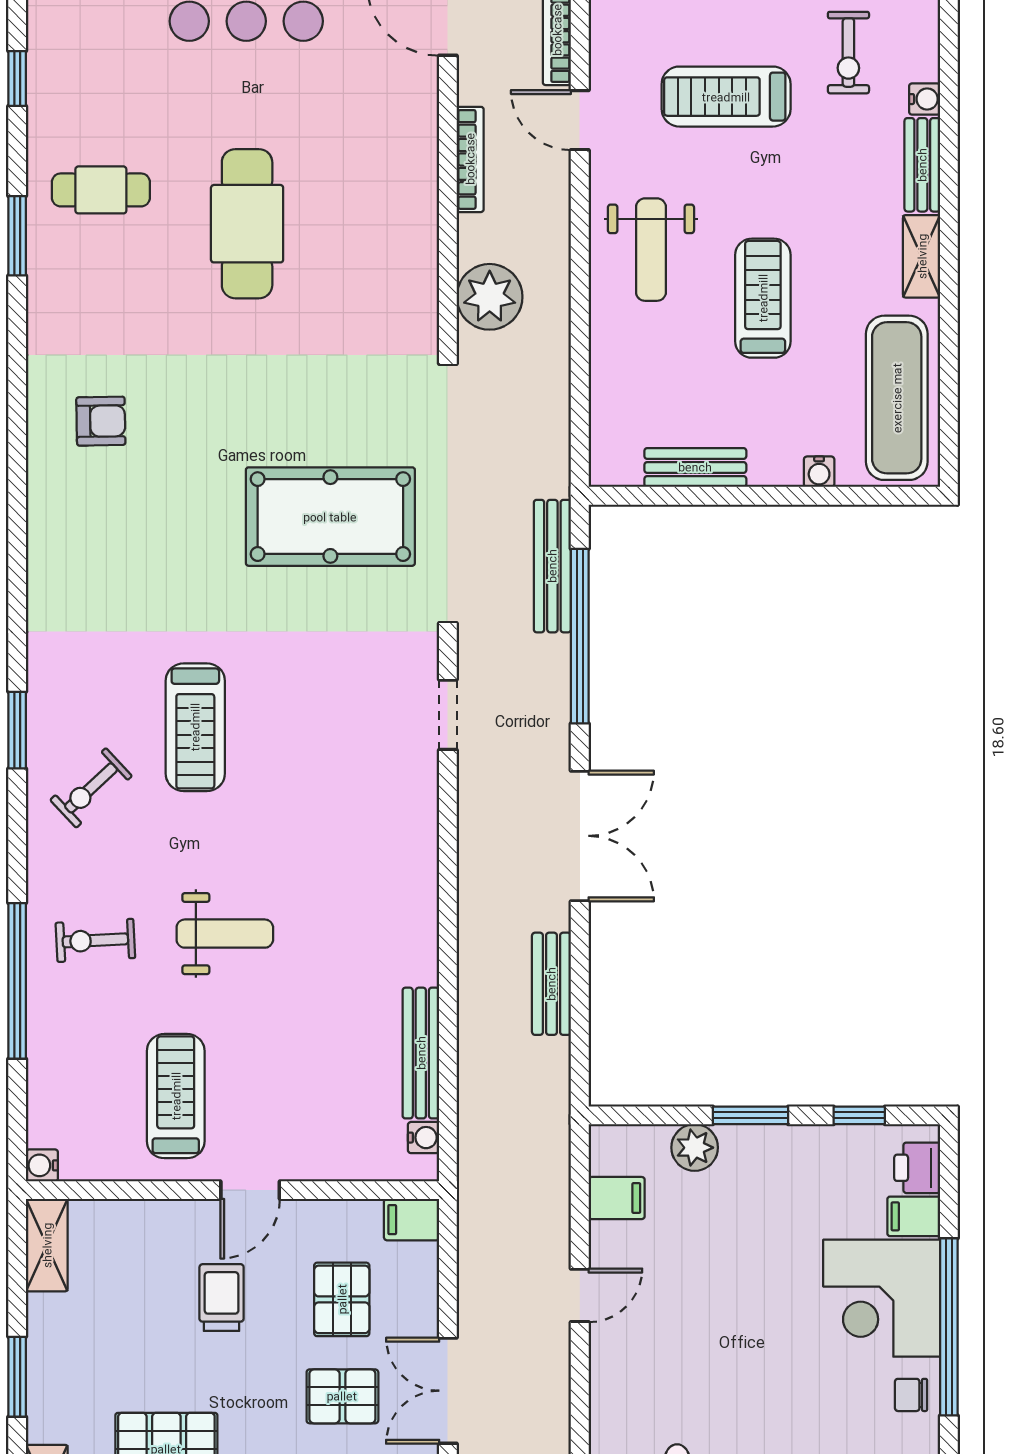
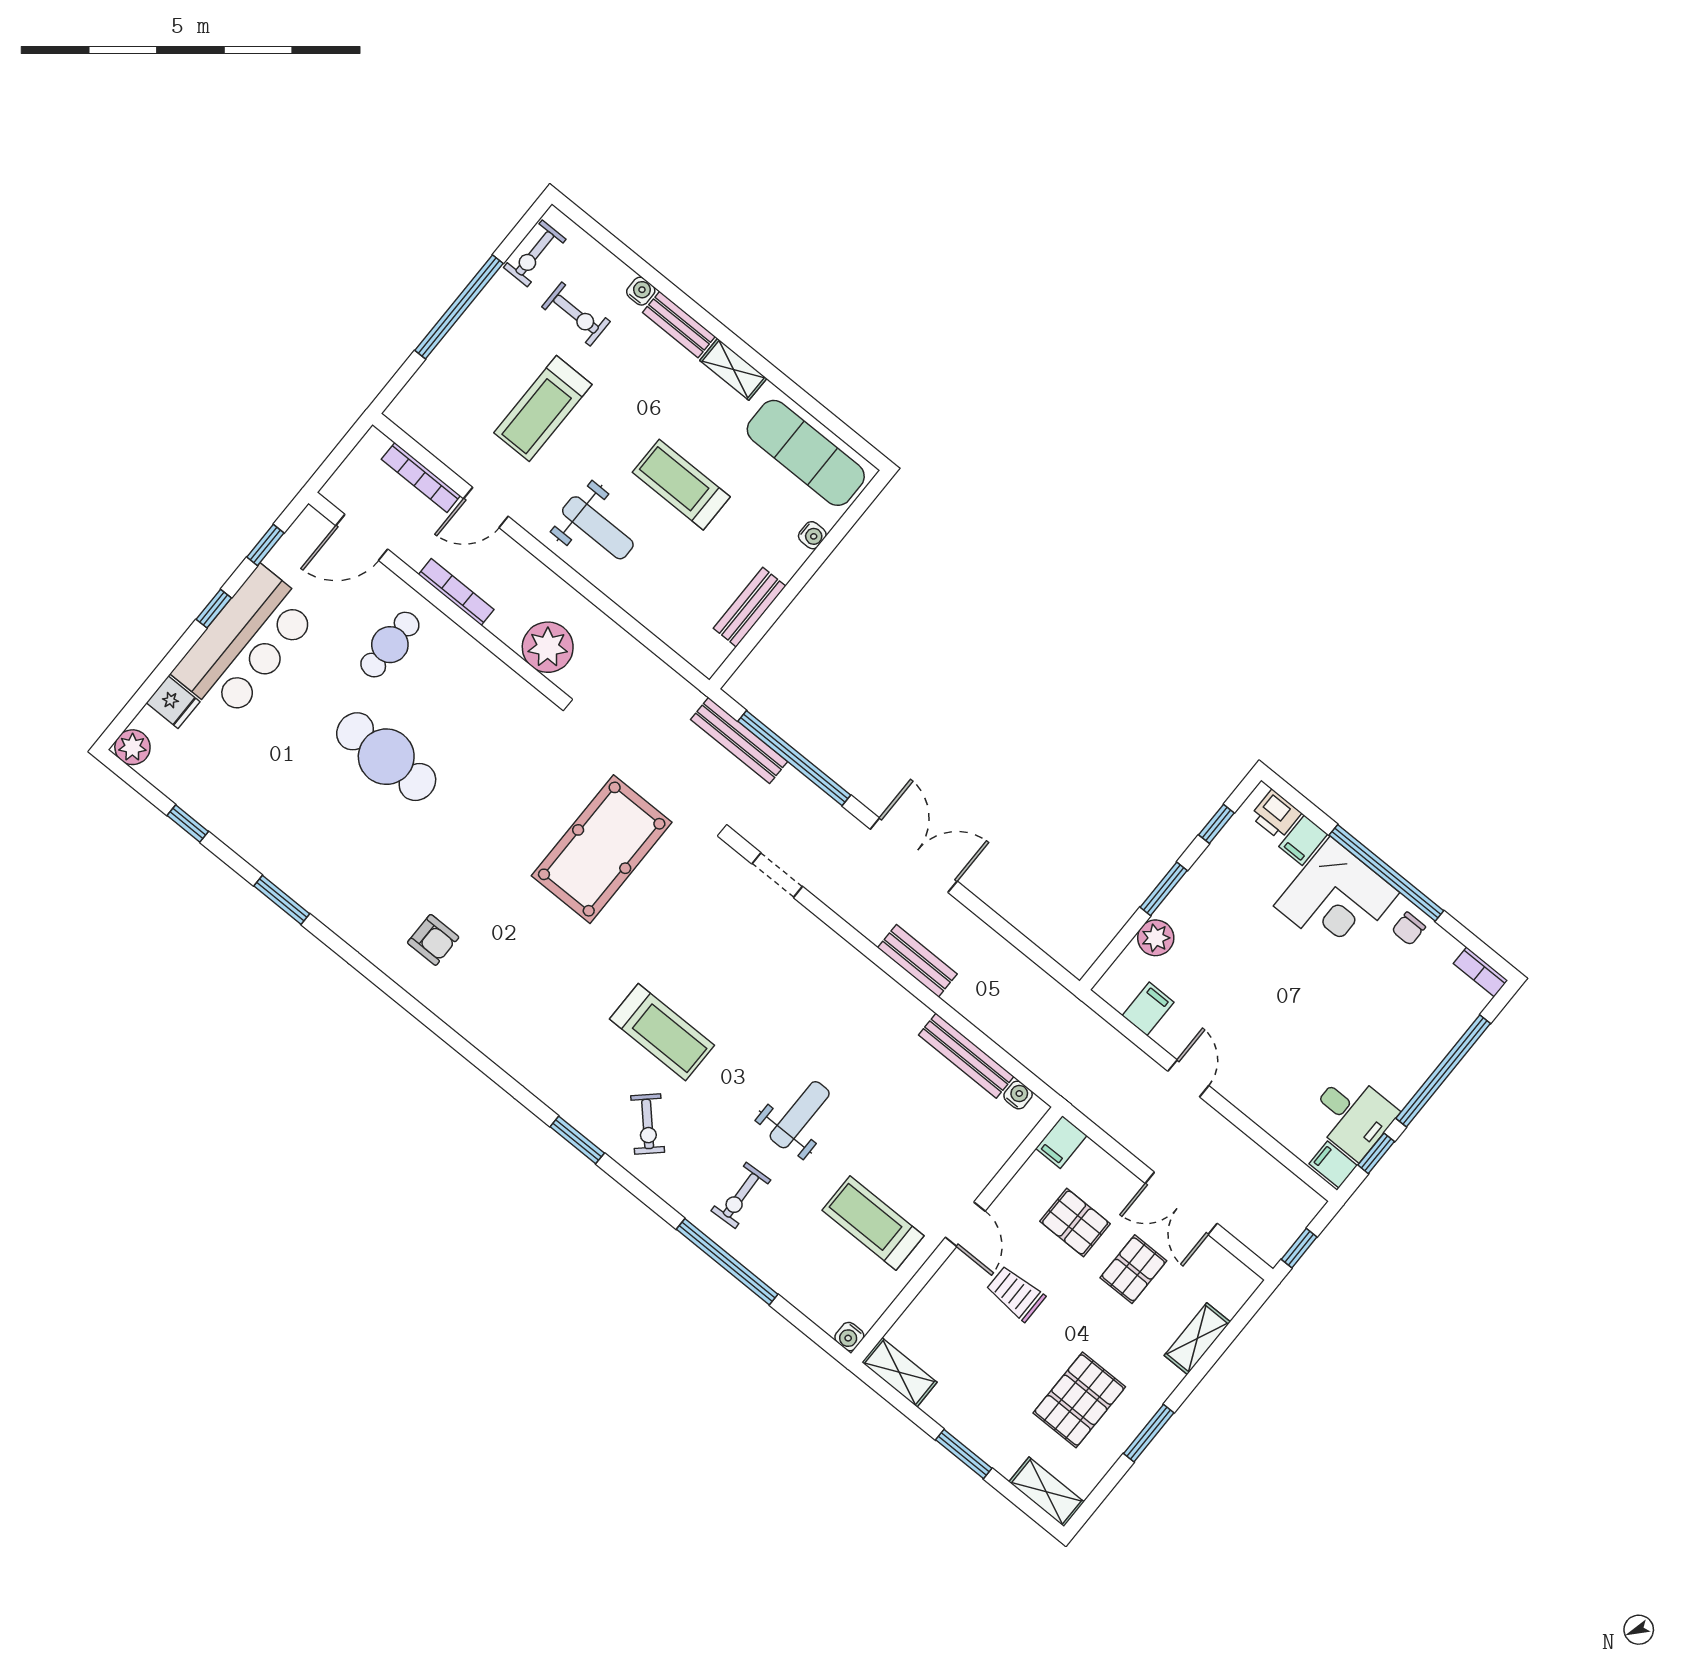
cafe table: (101, 190) -> (390, 645), moved
armchair: (101, 421) -> (433, 940), turned 91
bench: (551, 984) -> (917, 961), moved

